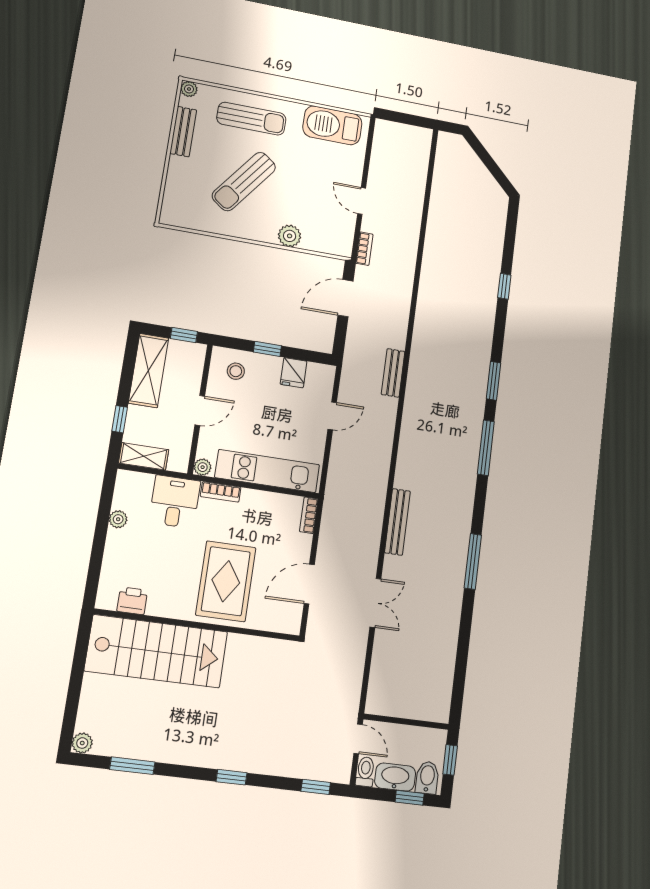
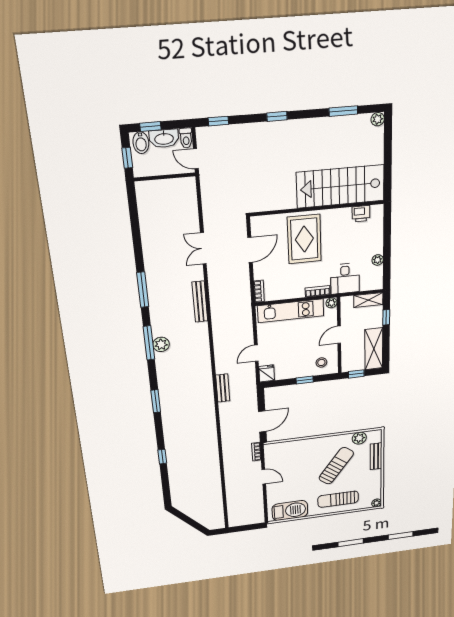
bench: (183, 132) -> (376, 456), moved
plant: (290, 236) -> (359, 438), moved
fridge: (294, 373) -> (267, 373), moved
window: (486, 448) -> (149, 343), moved
plant: (466, 470) -> (161, 344), added

